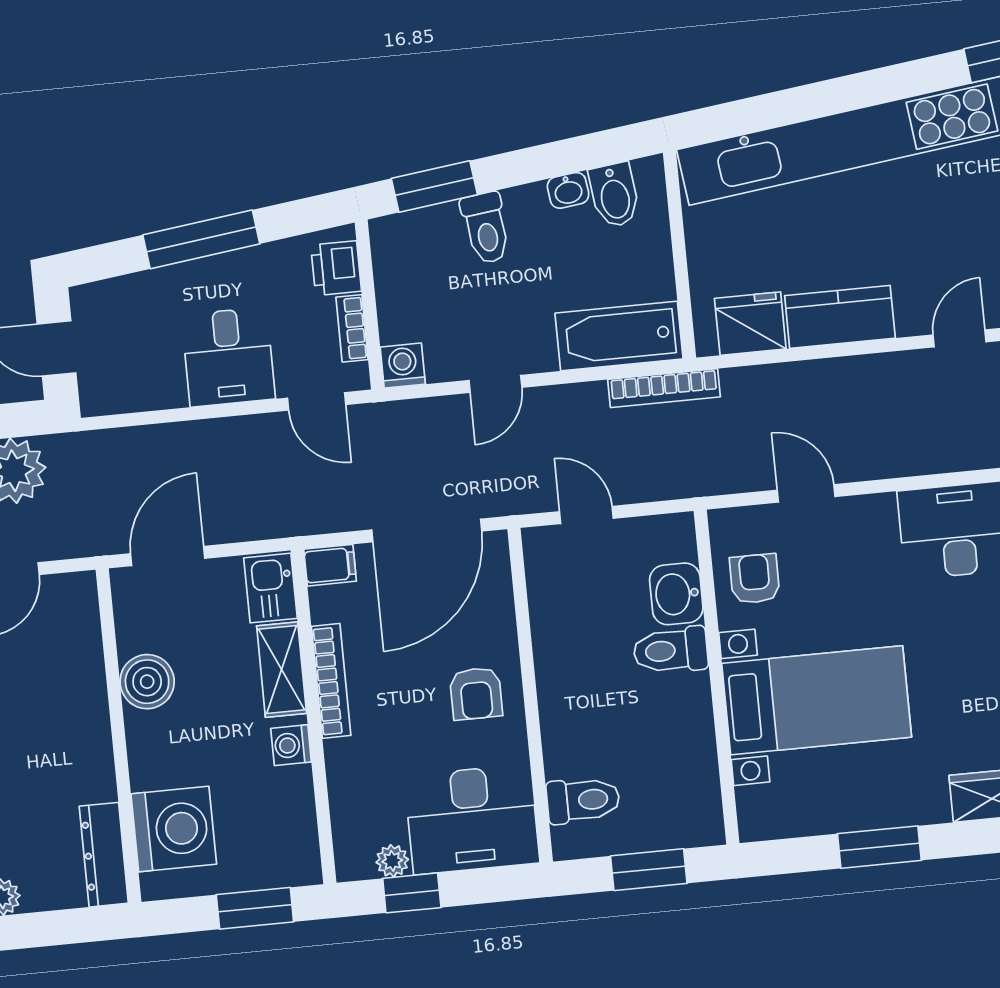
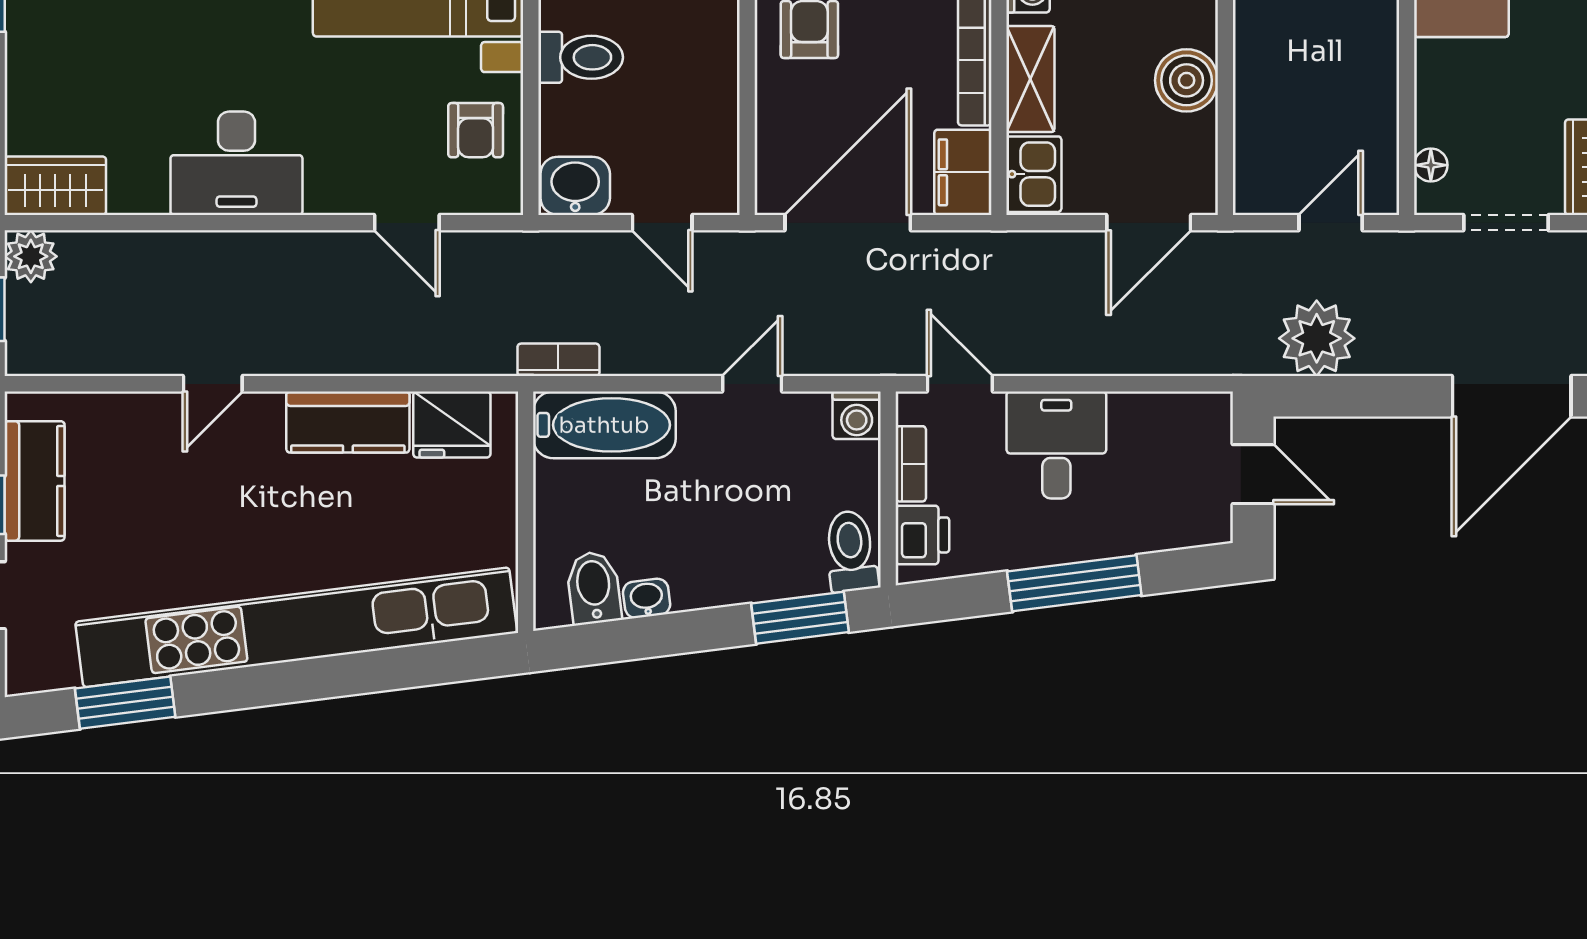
toilet: (486, 228) -> (851, 551), moved
bookcase: (664, 388) -> (558, 360), width x0.64
filing cabinet: (330, 565) -> (963, 172), width x2.00
washbasin: (676, 594) -> (575, 186), moved, turned -90

